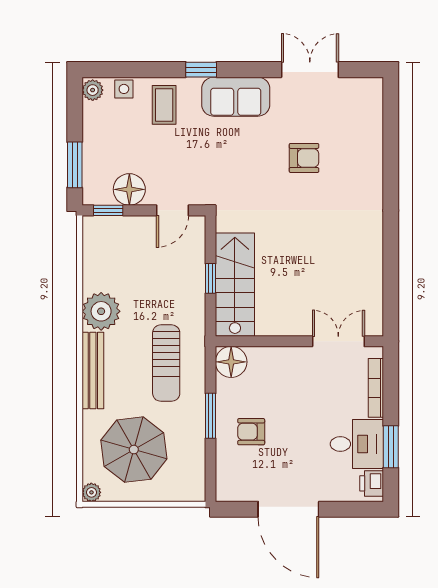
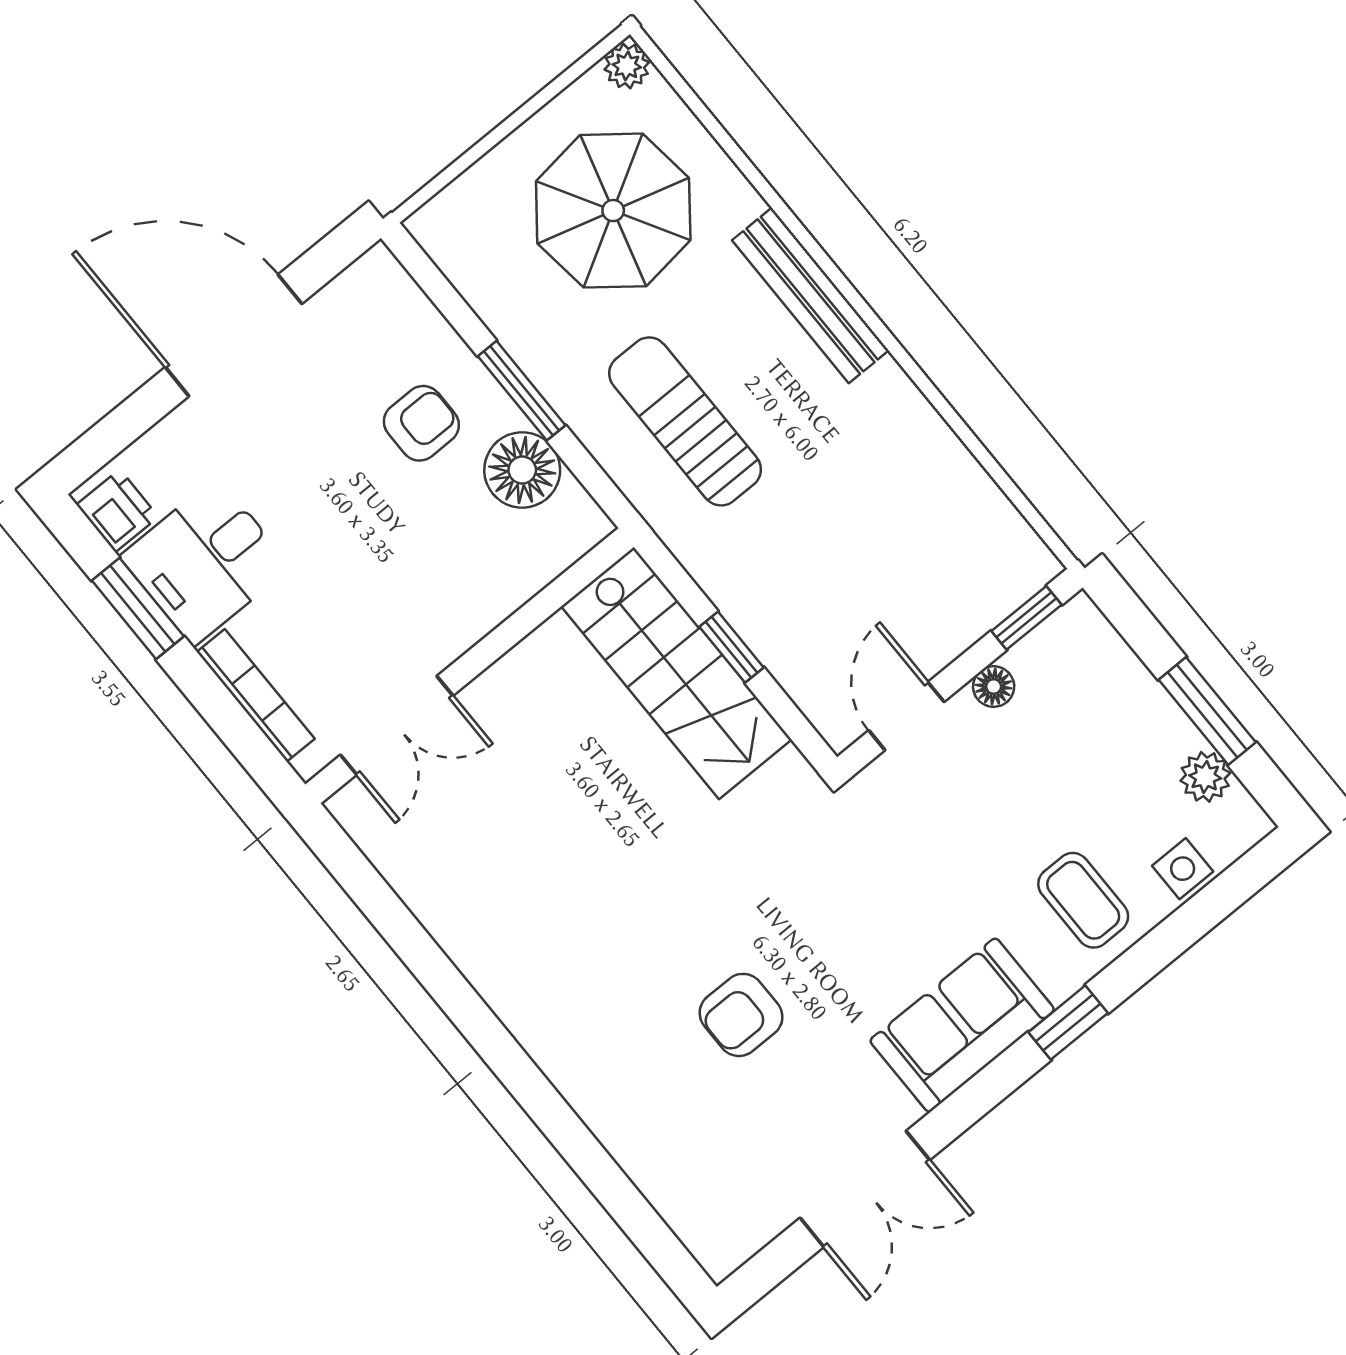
plant: (93, 90) -> (1205, 777), moved
window: (75, 165) -> (1207, 711), moved
floor lamp: (129, 189) -> (994, 687), width x0.53, depth x0.53
plant: (101, 311) -> (886, 419), removed
floor lamp: (231, 362) -> (522, 470), moved

